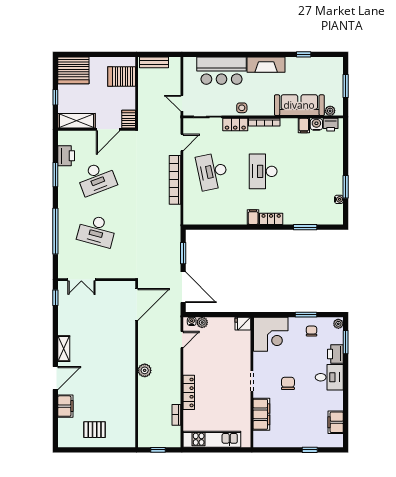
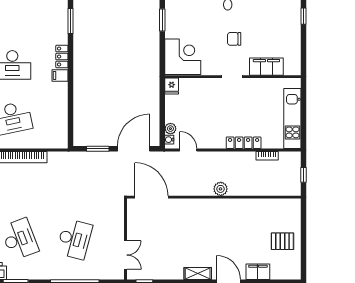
chair: (312, 331) -> (179, 14), removed
pallet: (95, 430) -> (282, 241), turned 90

